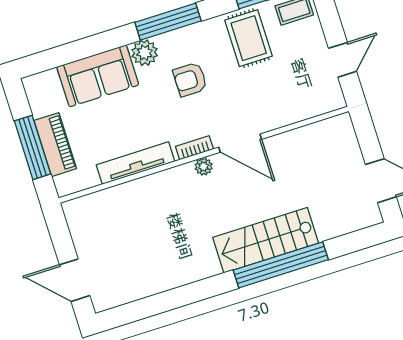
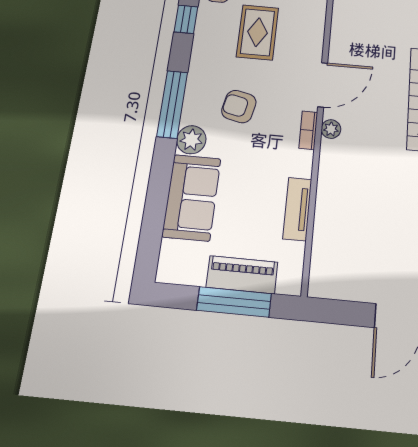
rug: (249, 38) -> (258, 32), moved, turned 90
armchair: (190, 80) -> (239, 106), turned 102
tv unit: (135, 163) -> (297, 209), width x0.71

